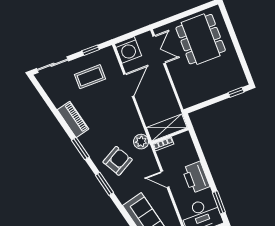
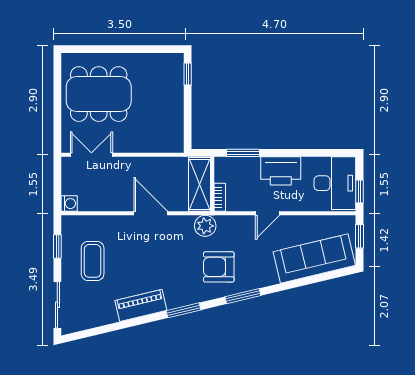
washing machine: (128, 50) -> (69, 204), width x0.53, depth x0.53
door: (129, 85) -> (151, 213), moved
armchair: (118, 161) -> (219, 267), turned -61
window: (219, 202) -> (243, 153), moved

